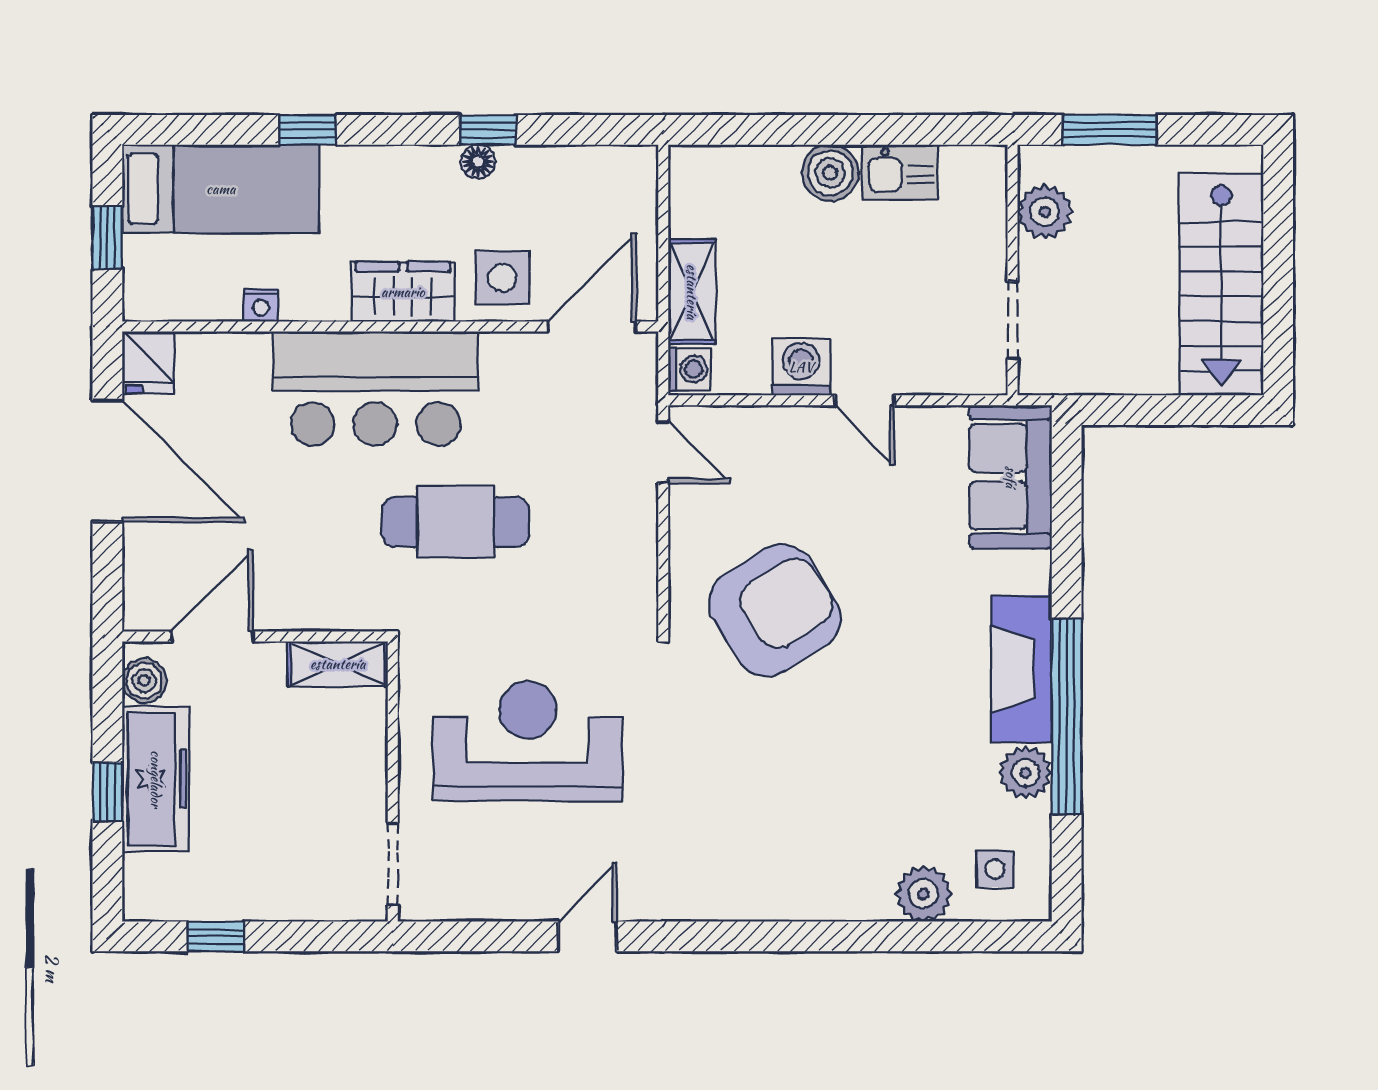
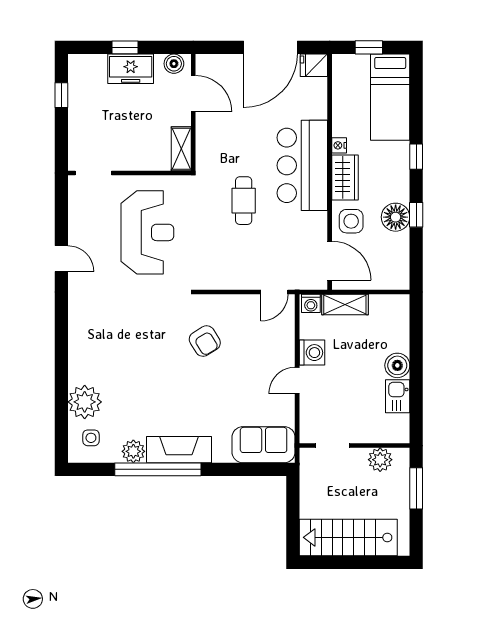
window: (308, 130) -> (416, 157), moved
floor lamp: (478, 162) -> (396, 217), width x1.89, depth x1.89
nightstand: (261, 305) -> (339, 145), moved
cafe table: (455, 522) -> (244, 201), width x0.73, depth x0.74
armchair: (775, 610) -> (205, 341), width x0.53, depth x0.53
freezer: (156, 779) -> (131, 69), width x0.71
plant: (924, 894) -> (85, 402), width x1.36, depth x1.36

